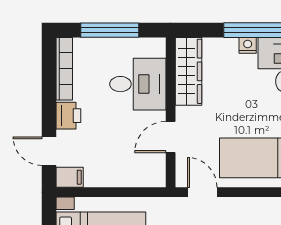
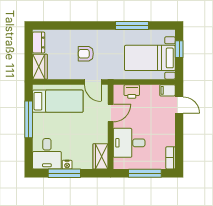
bookcase: (64, 69) -> (171, 158), width x0.64
wardrobe: (188, 71) -> (100, 156), width x0.67
printer: (68, 116) -> (132, 92), moved, turned -90

